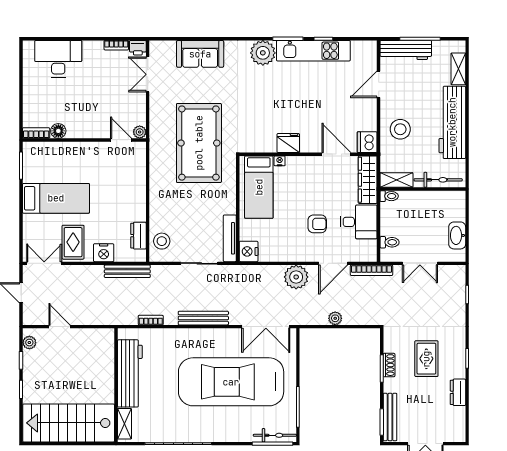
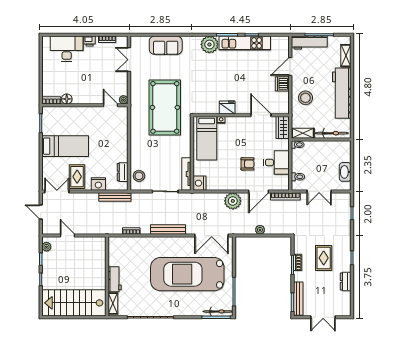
printer: (138, 48) -> (90, 41), moved
dishwasher: (367, 142) -> (282, 84), moved
wardrobe: (368, 180) -> (283, 127), width x0.67
workbench: (130, 373) -> (115, 279), width x0.53, depth x0.76

